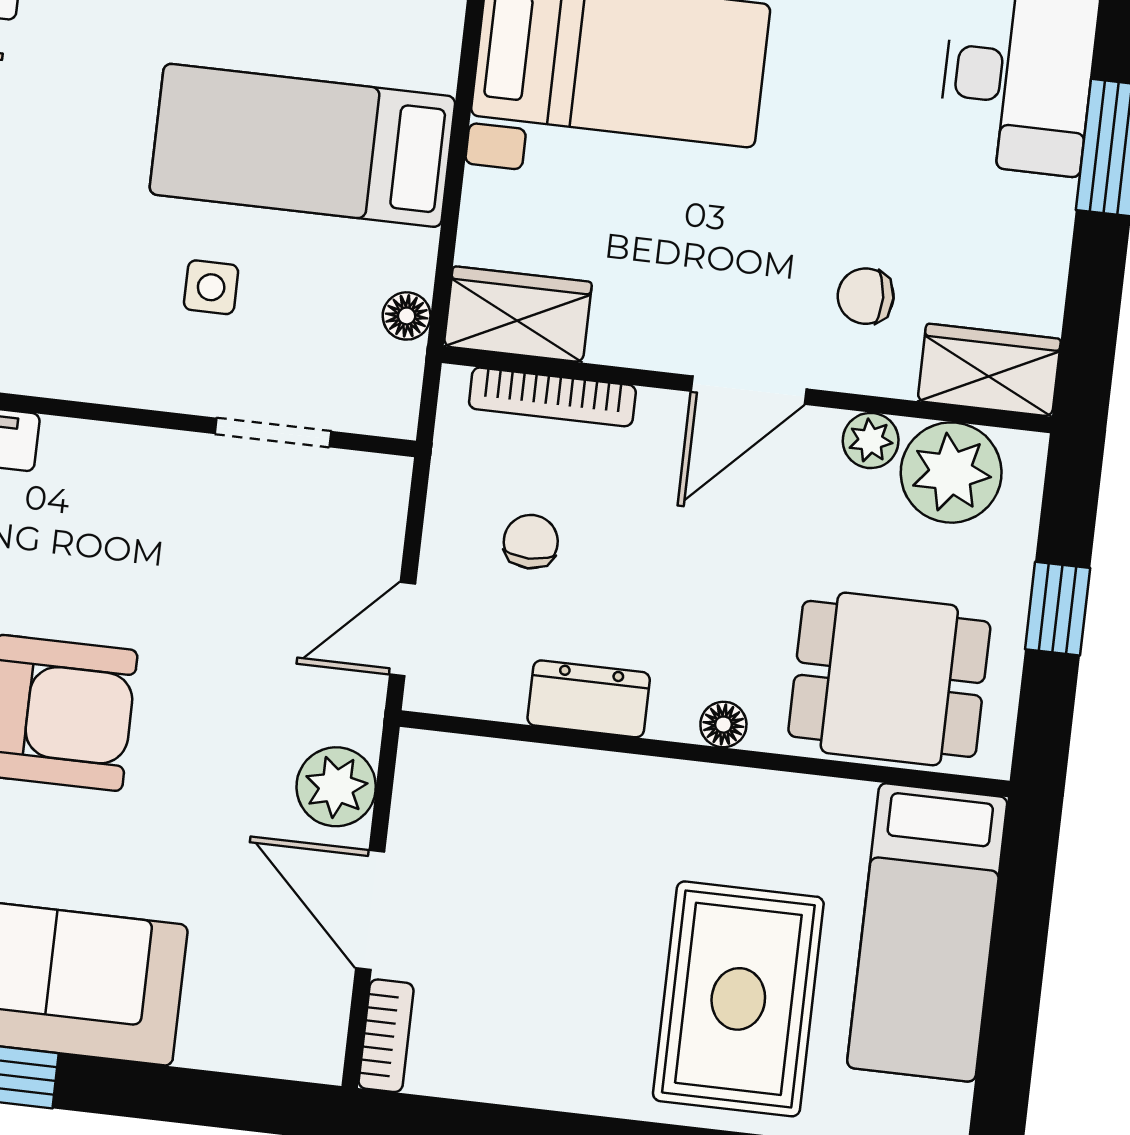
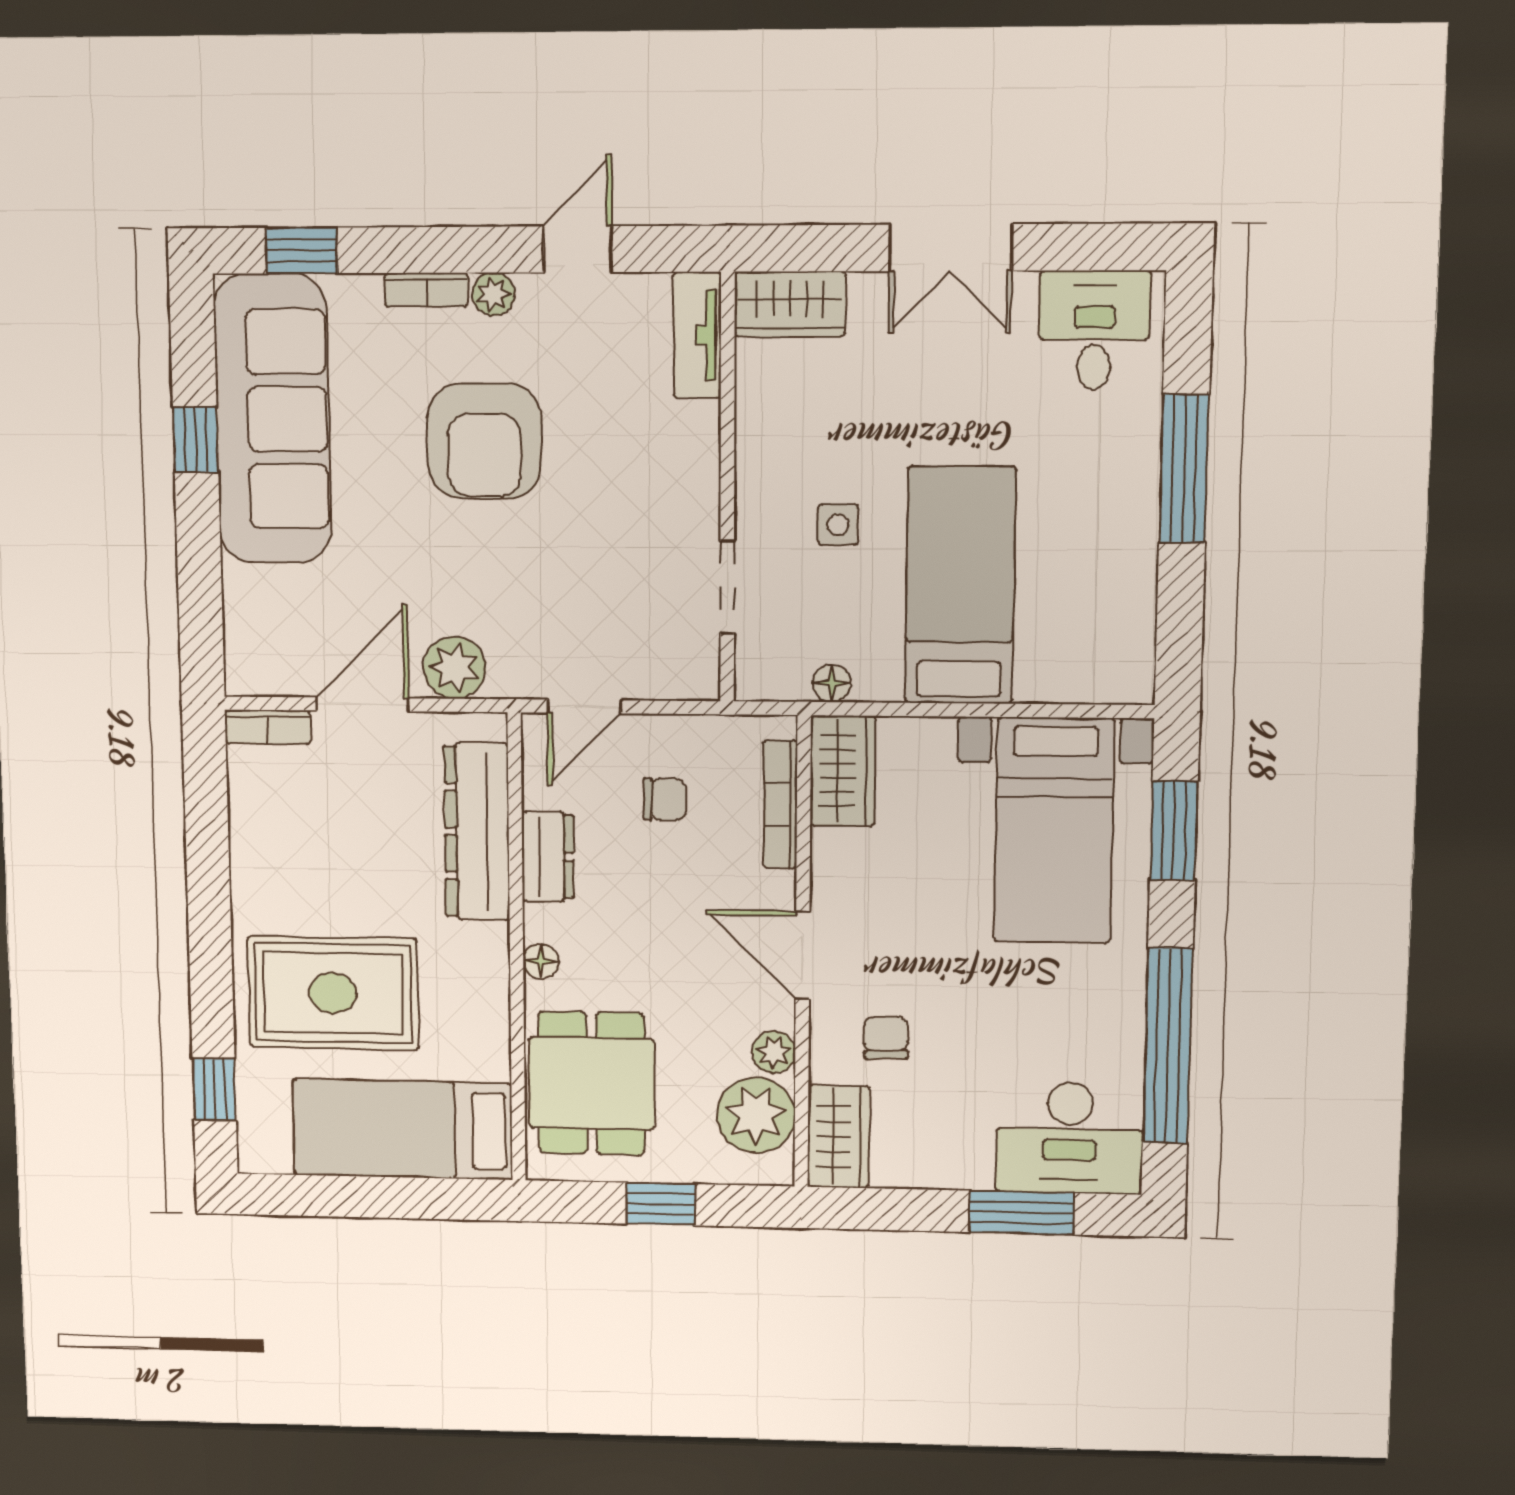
door: (403, 629) -> (584, 706), swing flipped
dresser: (548, 785) -> (477, 832), added

